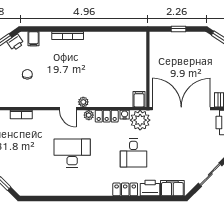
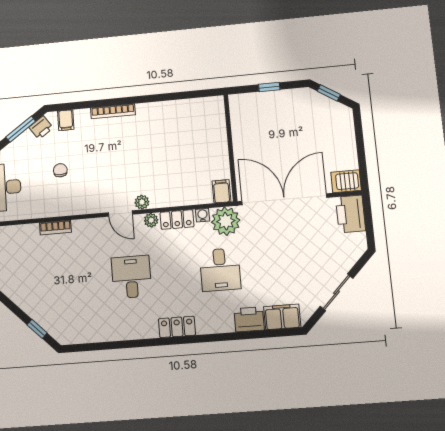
desk: (72, 153) -> (131, 277), width x0.73
locker: (125, 189) -> (177, 327), moved

